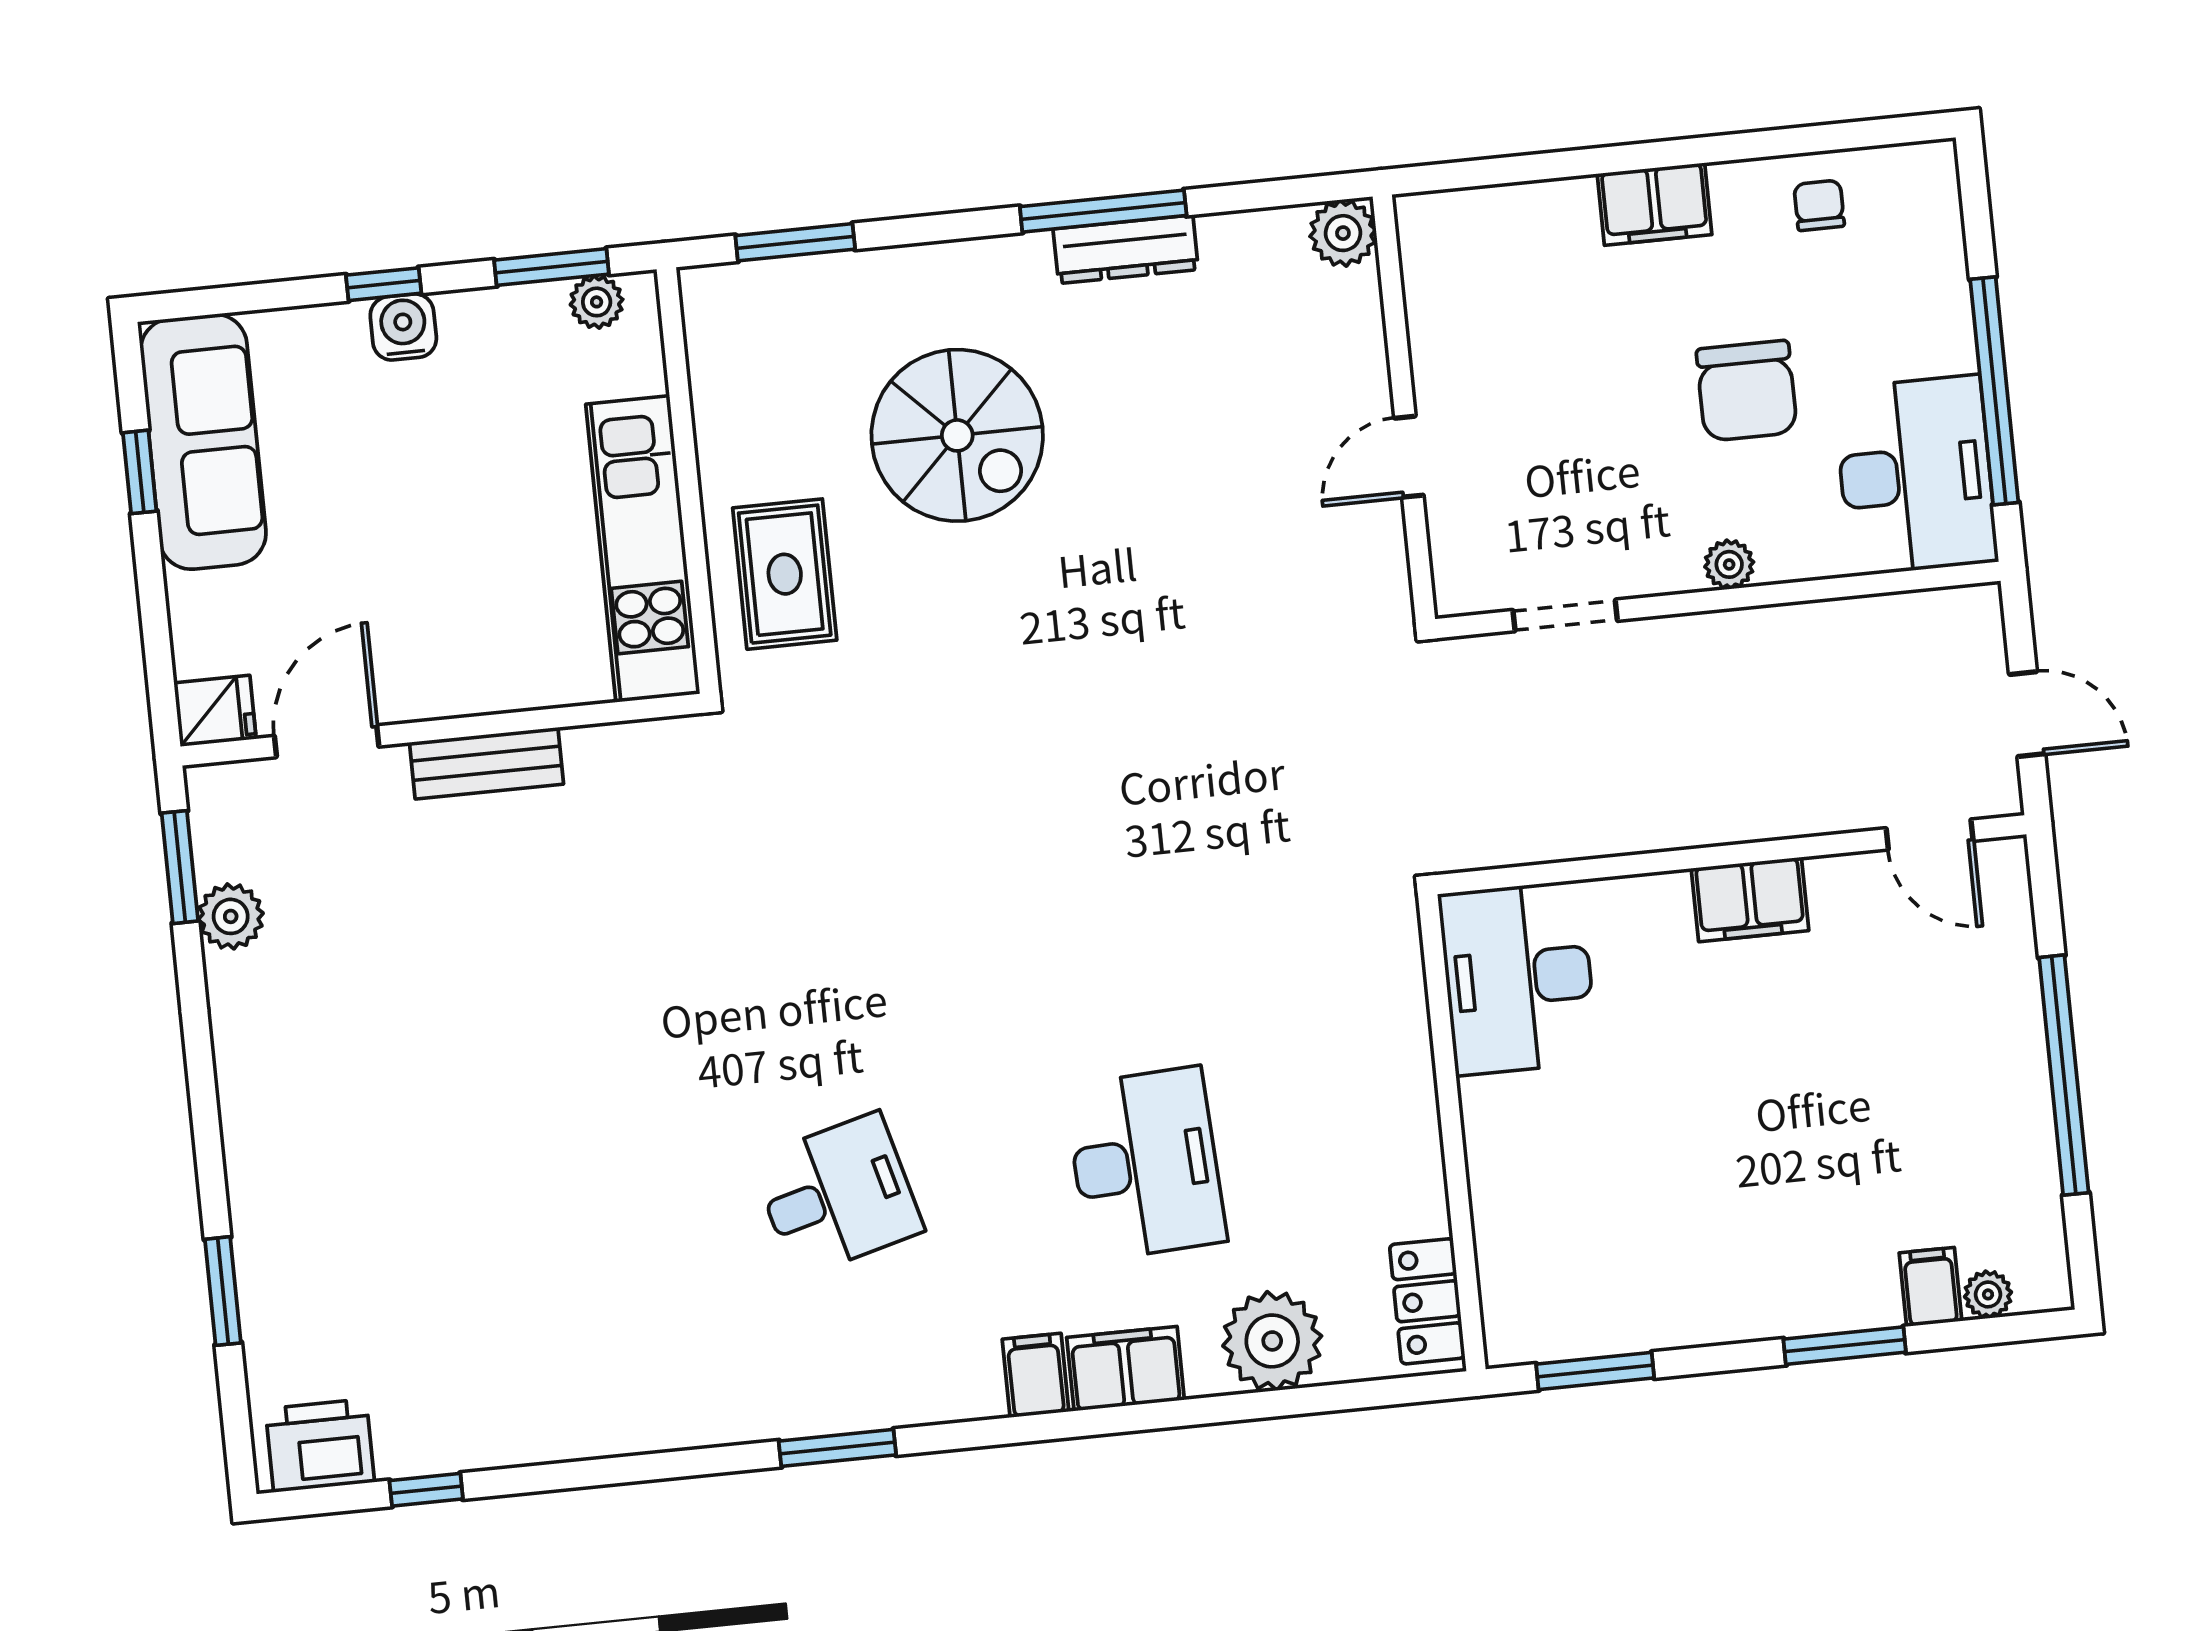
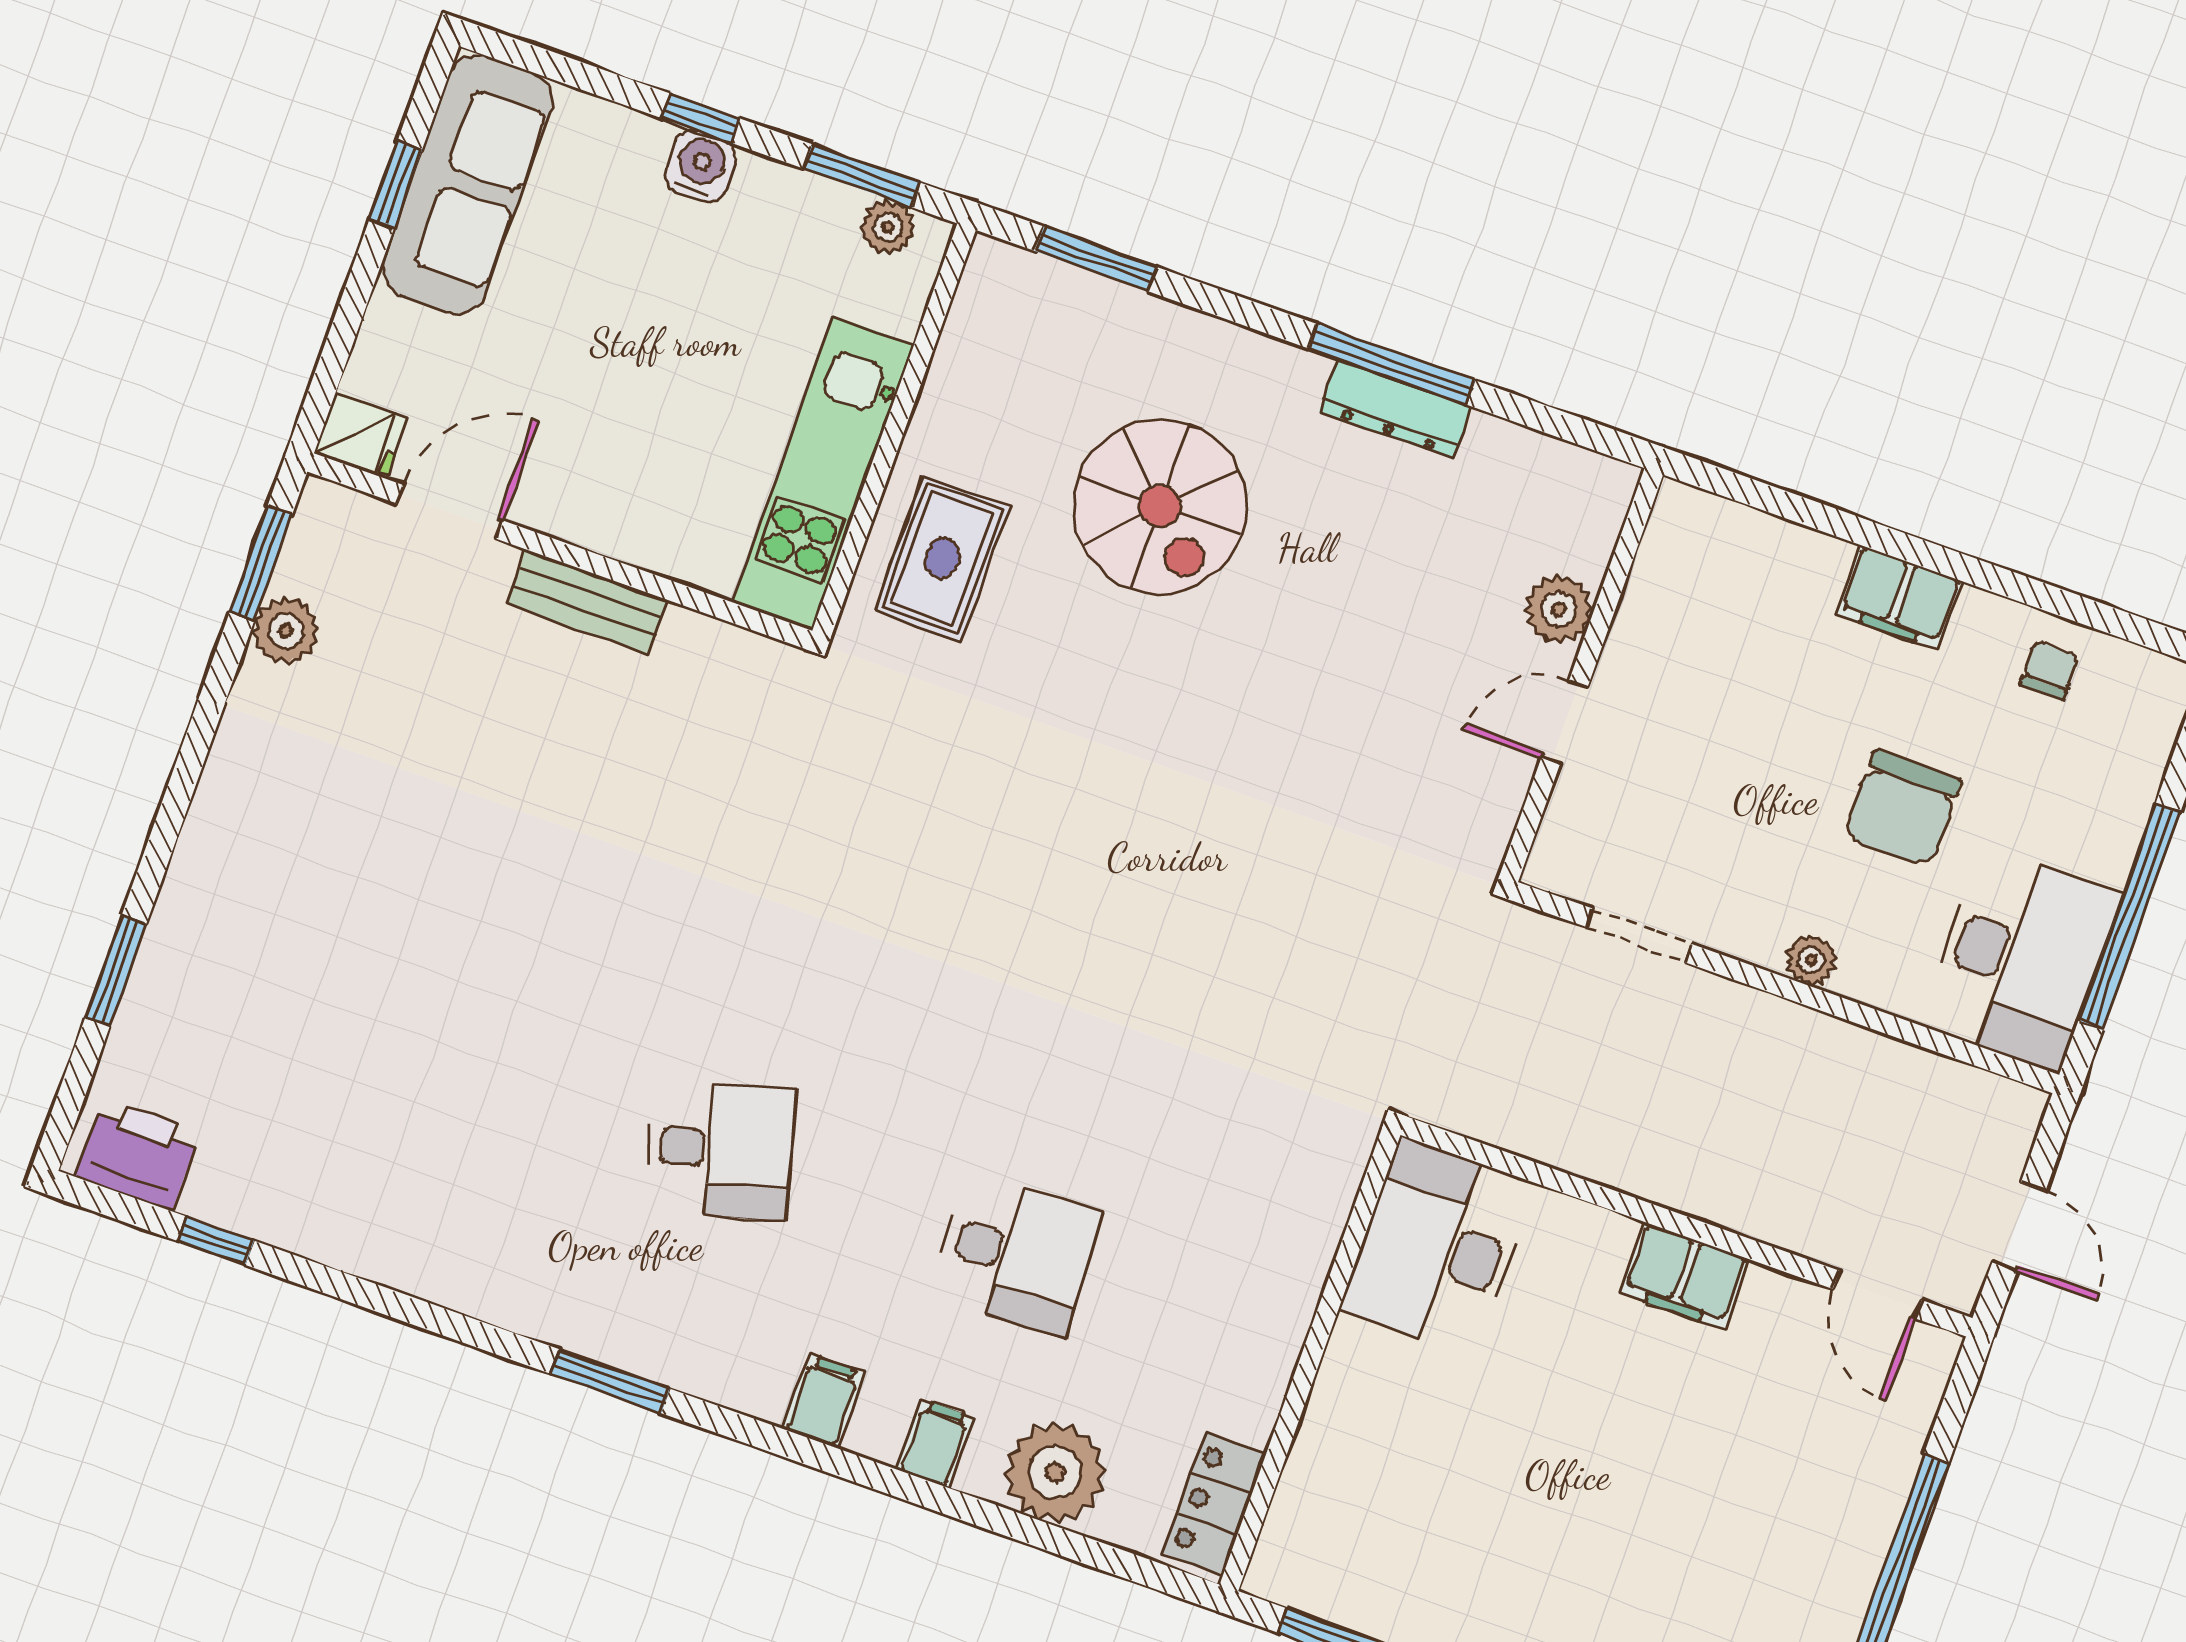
plant: (1343, 233) -> (1559, 609), moved
desk: (1145, 1164) -> (1016, 1255), width x0.73
filing cabinet: (1126, 1369) -> (935, 1443), width x0.50

